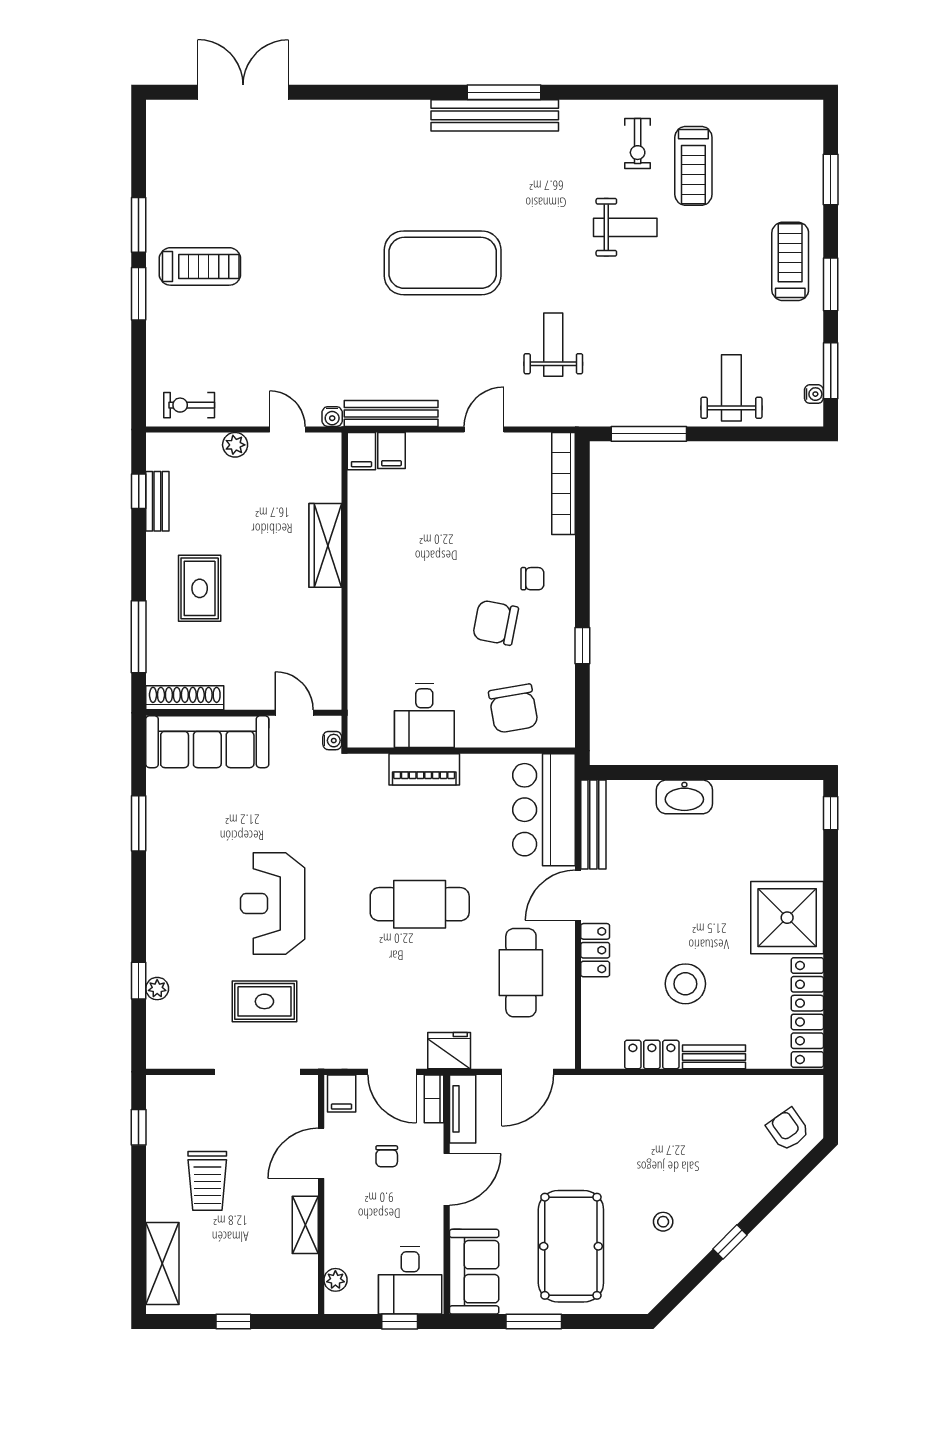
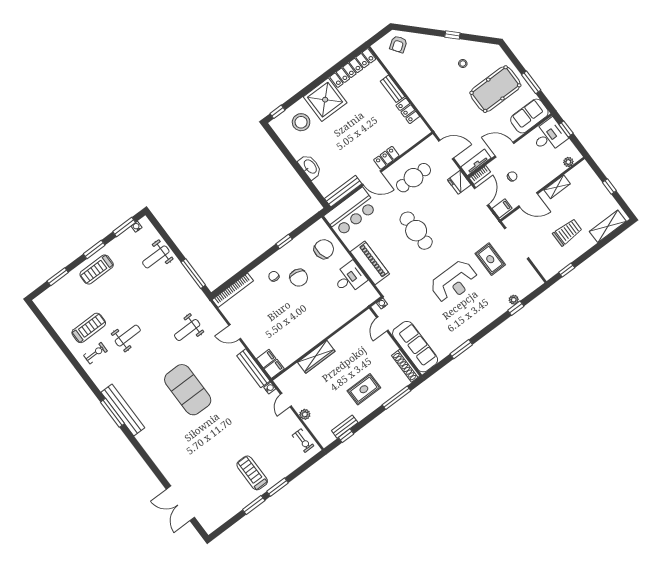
weight bench: (625, 227) -> (128, 336), turned 90
piano: (424, 769) -> (370, 263), width x1.37, depth x1.33
stool: (685, 984) -> (301, 122), moved

